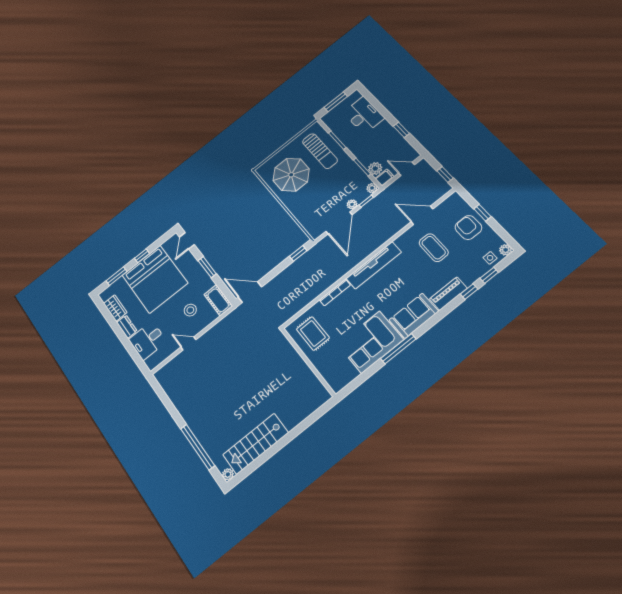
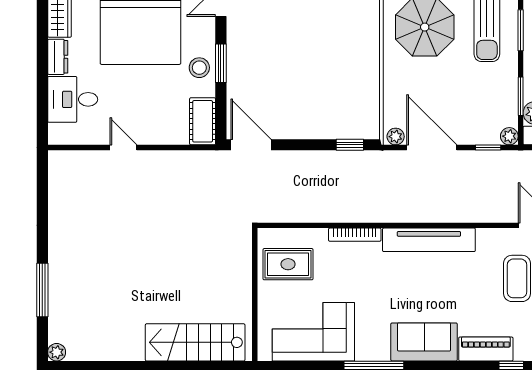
plant: (352, 204) -> (396, 137), moved
door: (339, 223) -> (432, 148), swing flipped
stool: (190, 310) -> (199, 68), moved
rug: (313, 333) -> (288, 264), turned 90
corner sofa: (371, 342) -> (313, 332), moved
stairs: (256, 444) -> (195, 342), moved
window: (198, 447) -> (42, 290), width x0.68

